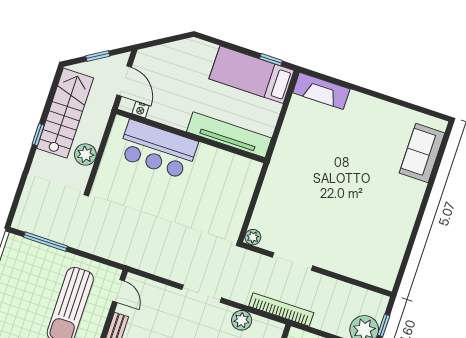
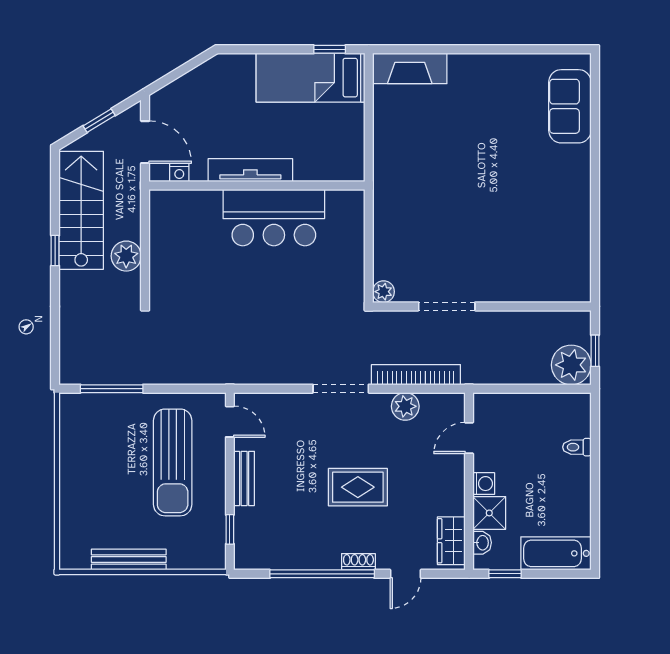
tv unit: (229, 135) -> (250, 170), moved, width x0.73, depth x0.78
bar counter: (158, 149) -> (274, 218), moved
bookcase: (281, 309) -> (416, 375), moved

